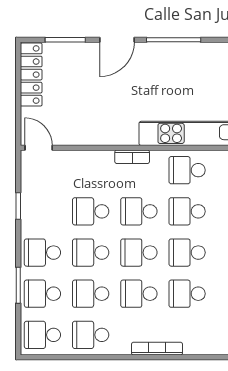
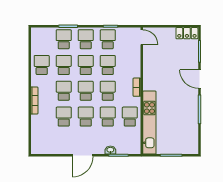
locker: (31, 75) -> (187, 33), width x0.66
door: (39, 148) -> (142, 37), hinge flipped
school desk: (42, 335) -> (108, 39), moved

